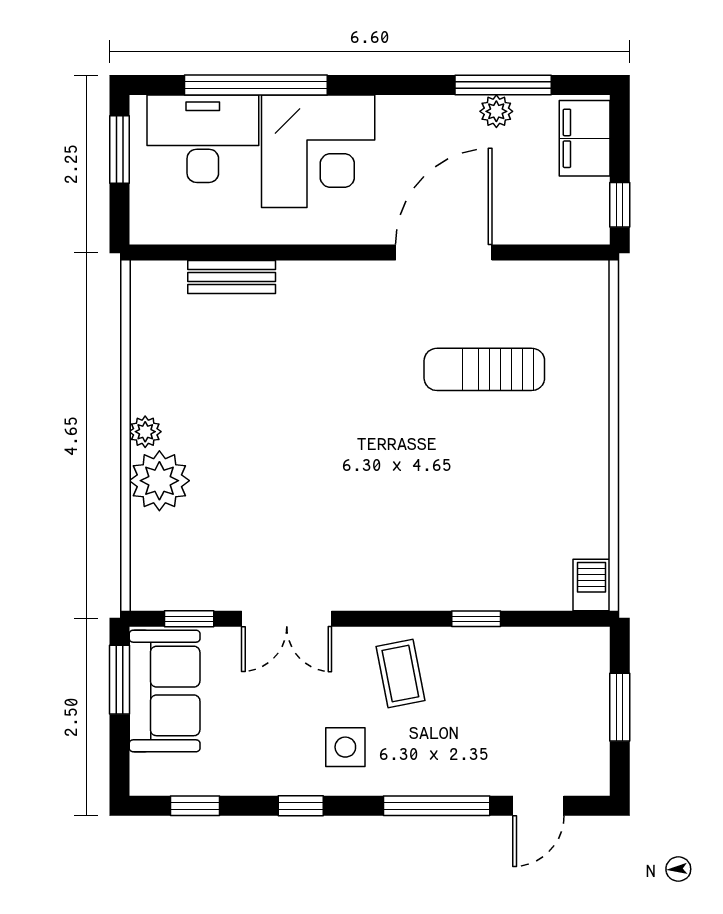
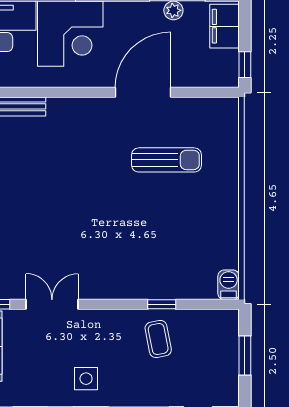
sun lounger: (484, 369) -> (167, 160), turned 180
double door: (287, 619) -> (52, 304), swing flipped
coffee table: (400, 674) -> (158, 339), moved

